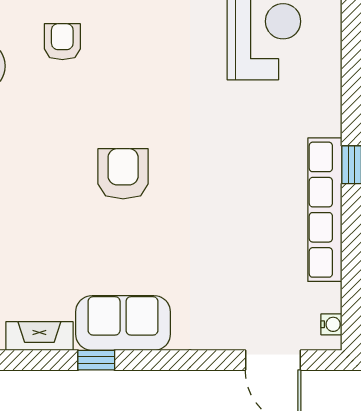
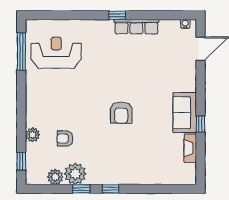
armchair: (123, 174) -> (121, 113), turned -90
row of seats: (325, 210) -> (136, 27), width x0.73

